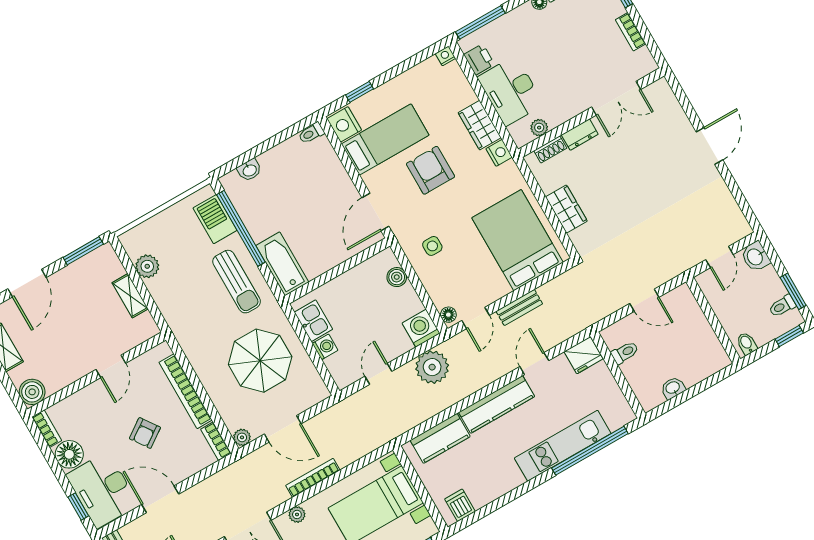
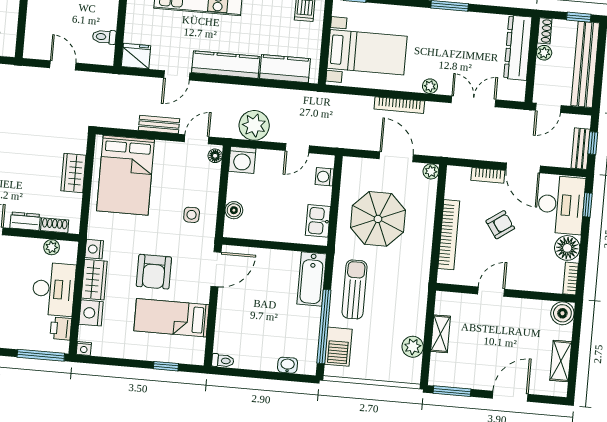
nightstand: (344, 124) -> (91, 313), moved, turned 180
washing machine: (325, 347) -> (324, 177), moved
bookcase: (216, 441) -> (488, 175), moved, turned 90

